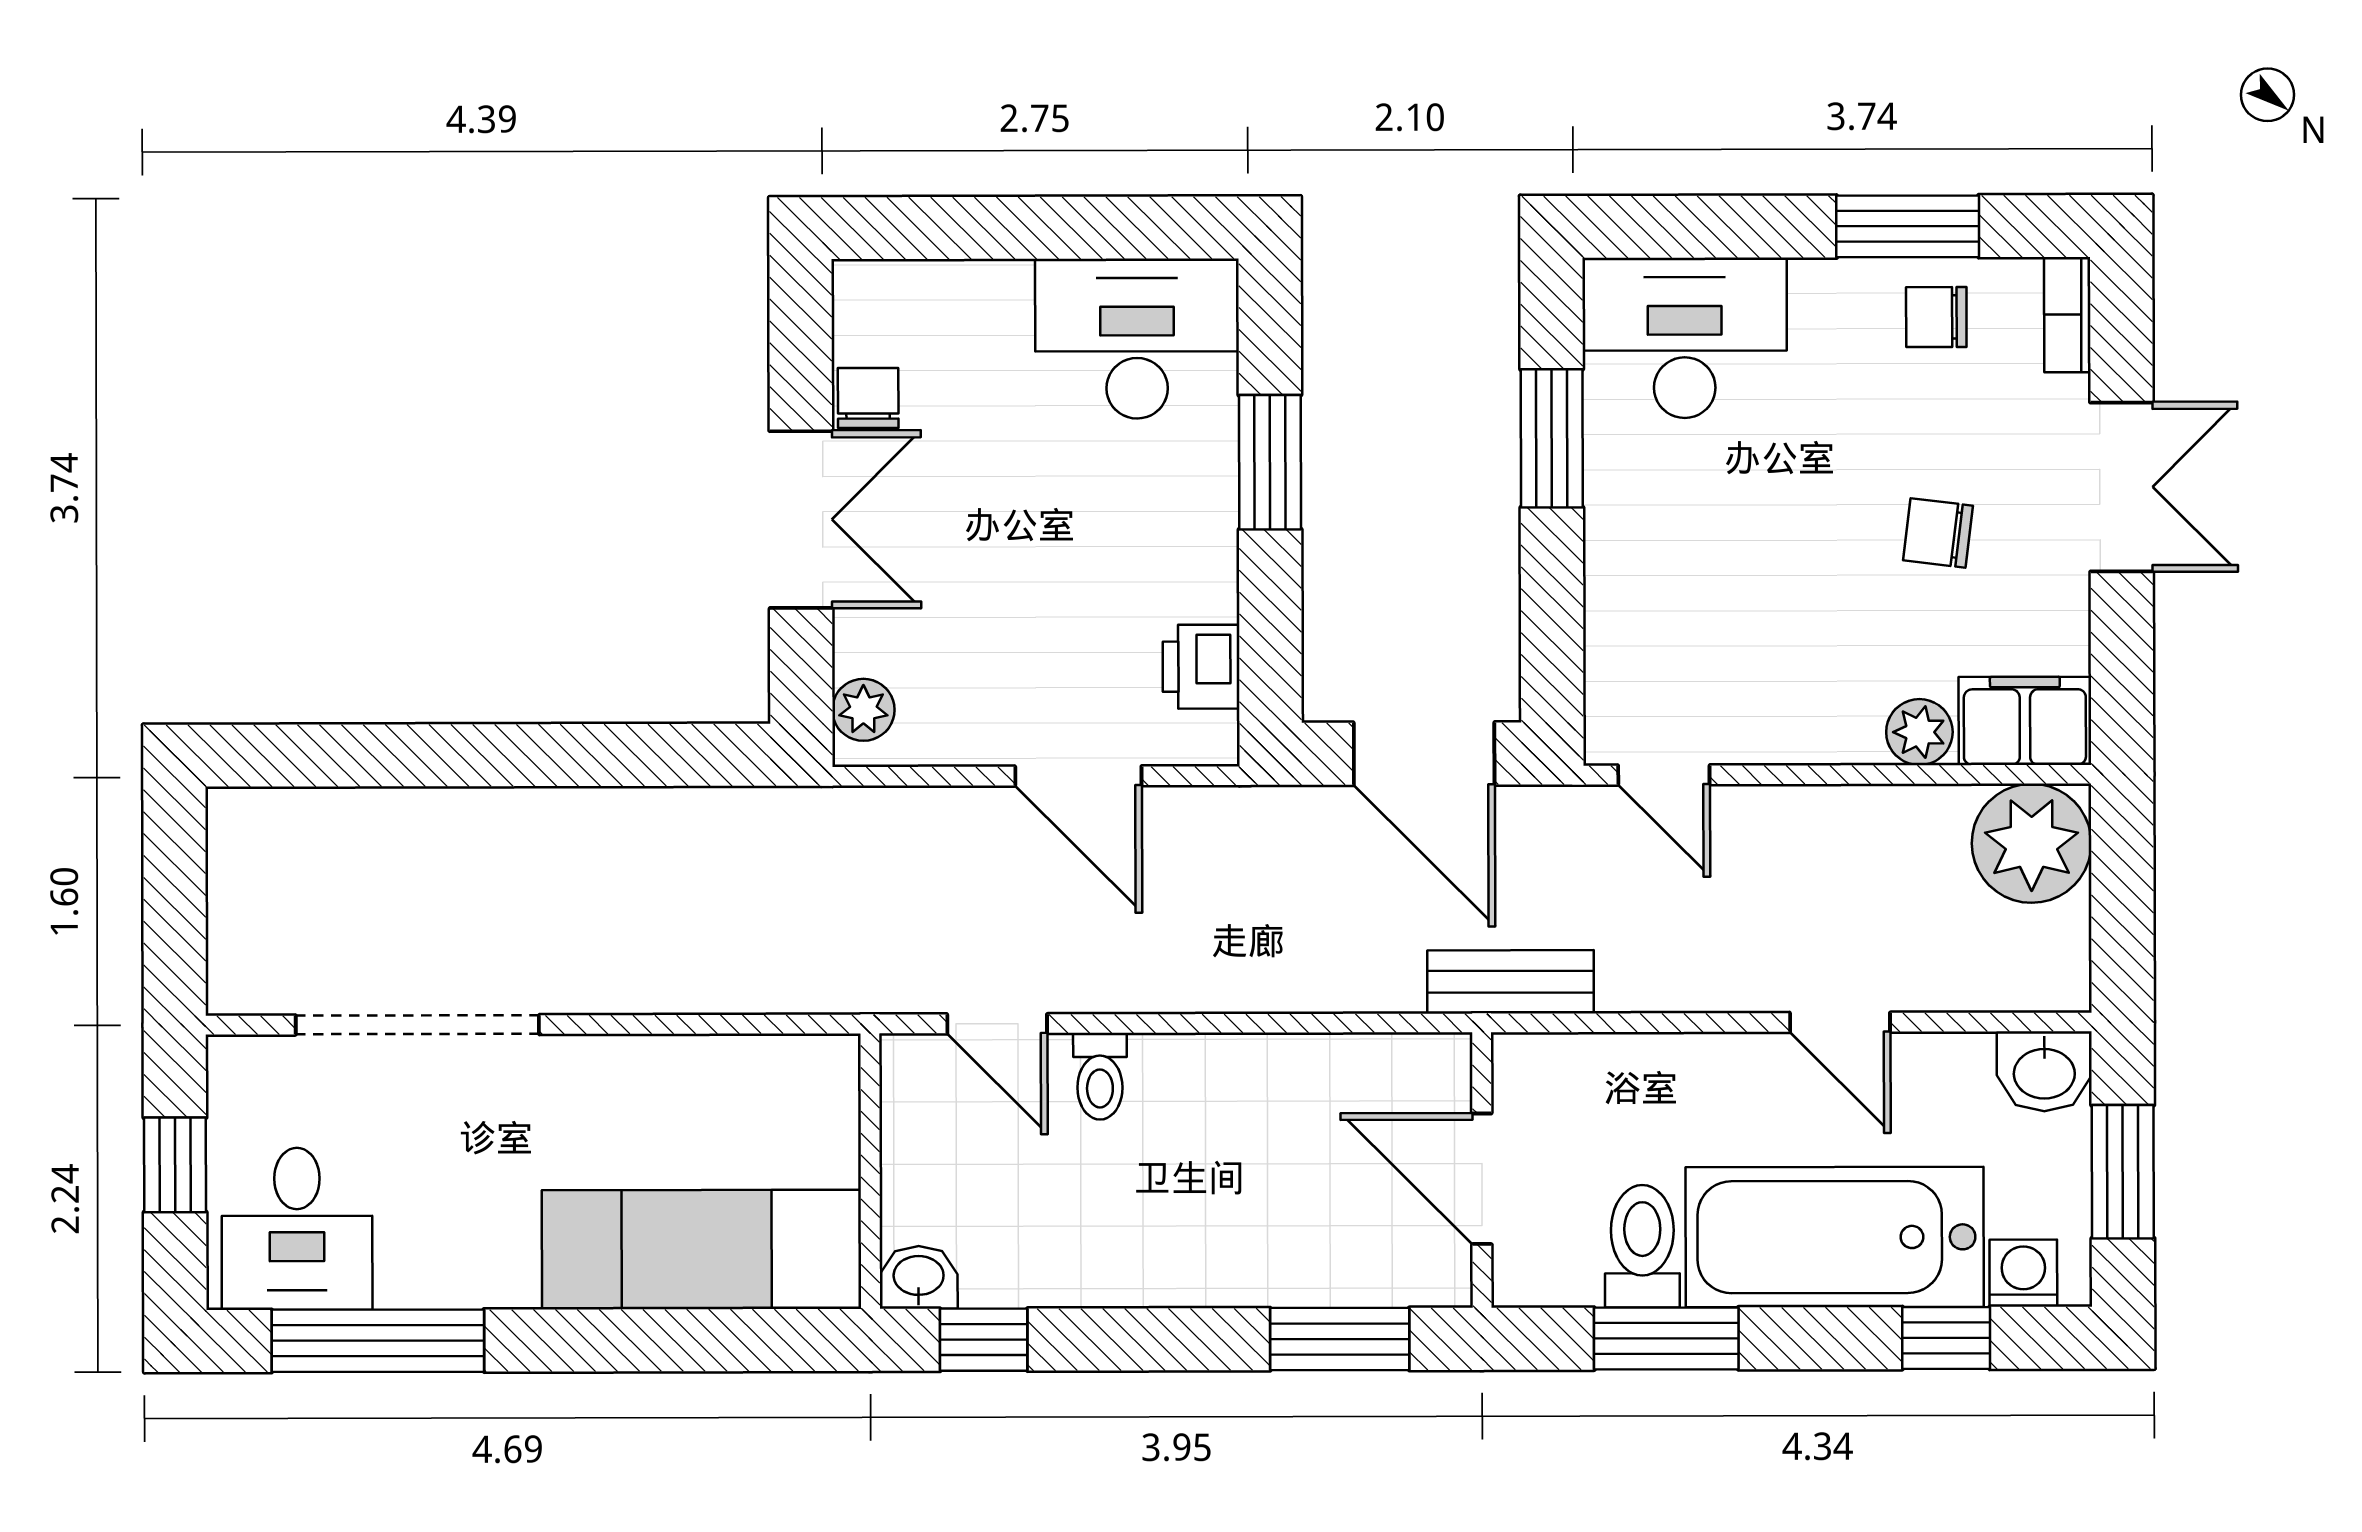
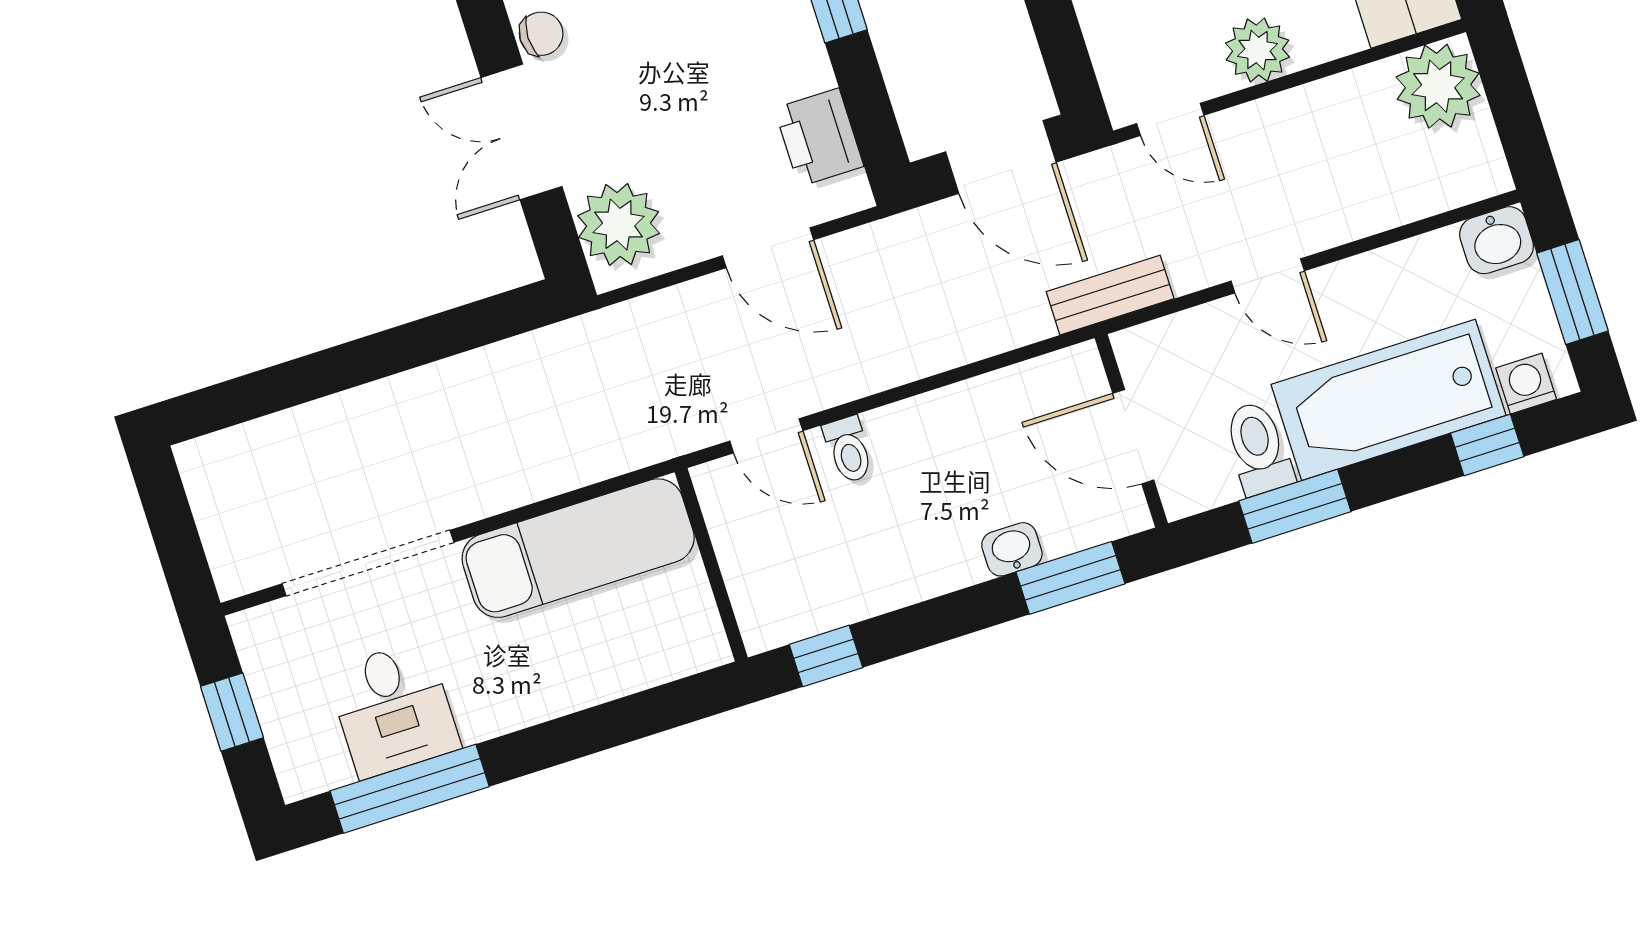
chair: (868, 398) -> (541, 34), turned 90
double door: (801, 519) -> (521, 132), swing flipped
printer: (1201, 667) -> (819, 137), width x1.36, depth x1.24
plant: (863, 710) -> (619, 225), width x1.88, depth x1.88
plant: (1919, 732) -> (1257, 50), moved, width x1.38, depth x1.38
door: (1840, 1022) -> (1268, 276), moved
desk: (297, 1229) -> (393, 709), moved
exam couch: (702, 1250) -> (578, 548), moved, turned 180
washbasin: (919, 1277) -> (1012, 549), moved

